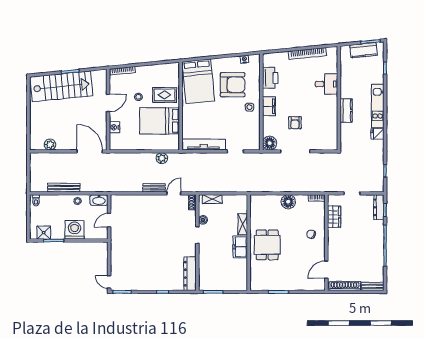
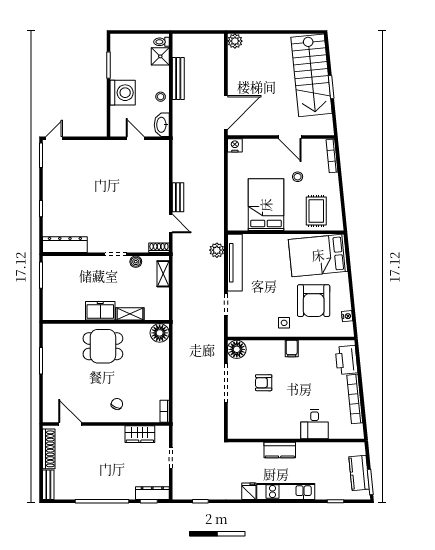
printer: (270, 78) -> (346, 360), moved, turned 84
rug: (165, 95) -> (316, 211), moved
filing cabinet: (269, 106) -> (292, 349), width x0.50
nightstand: (115, 127) -> (235, 145), moved
plant: (50, 145) -> (235, 41), moved
plant: (162, 158) -> (217, 250), moved
floor lamp: (288, 202) -> (160, 333), moved
shower: (44, 233) -> (160, 56), moved

